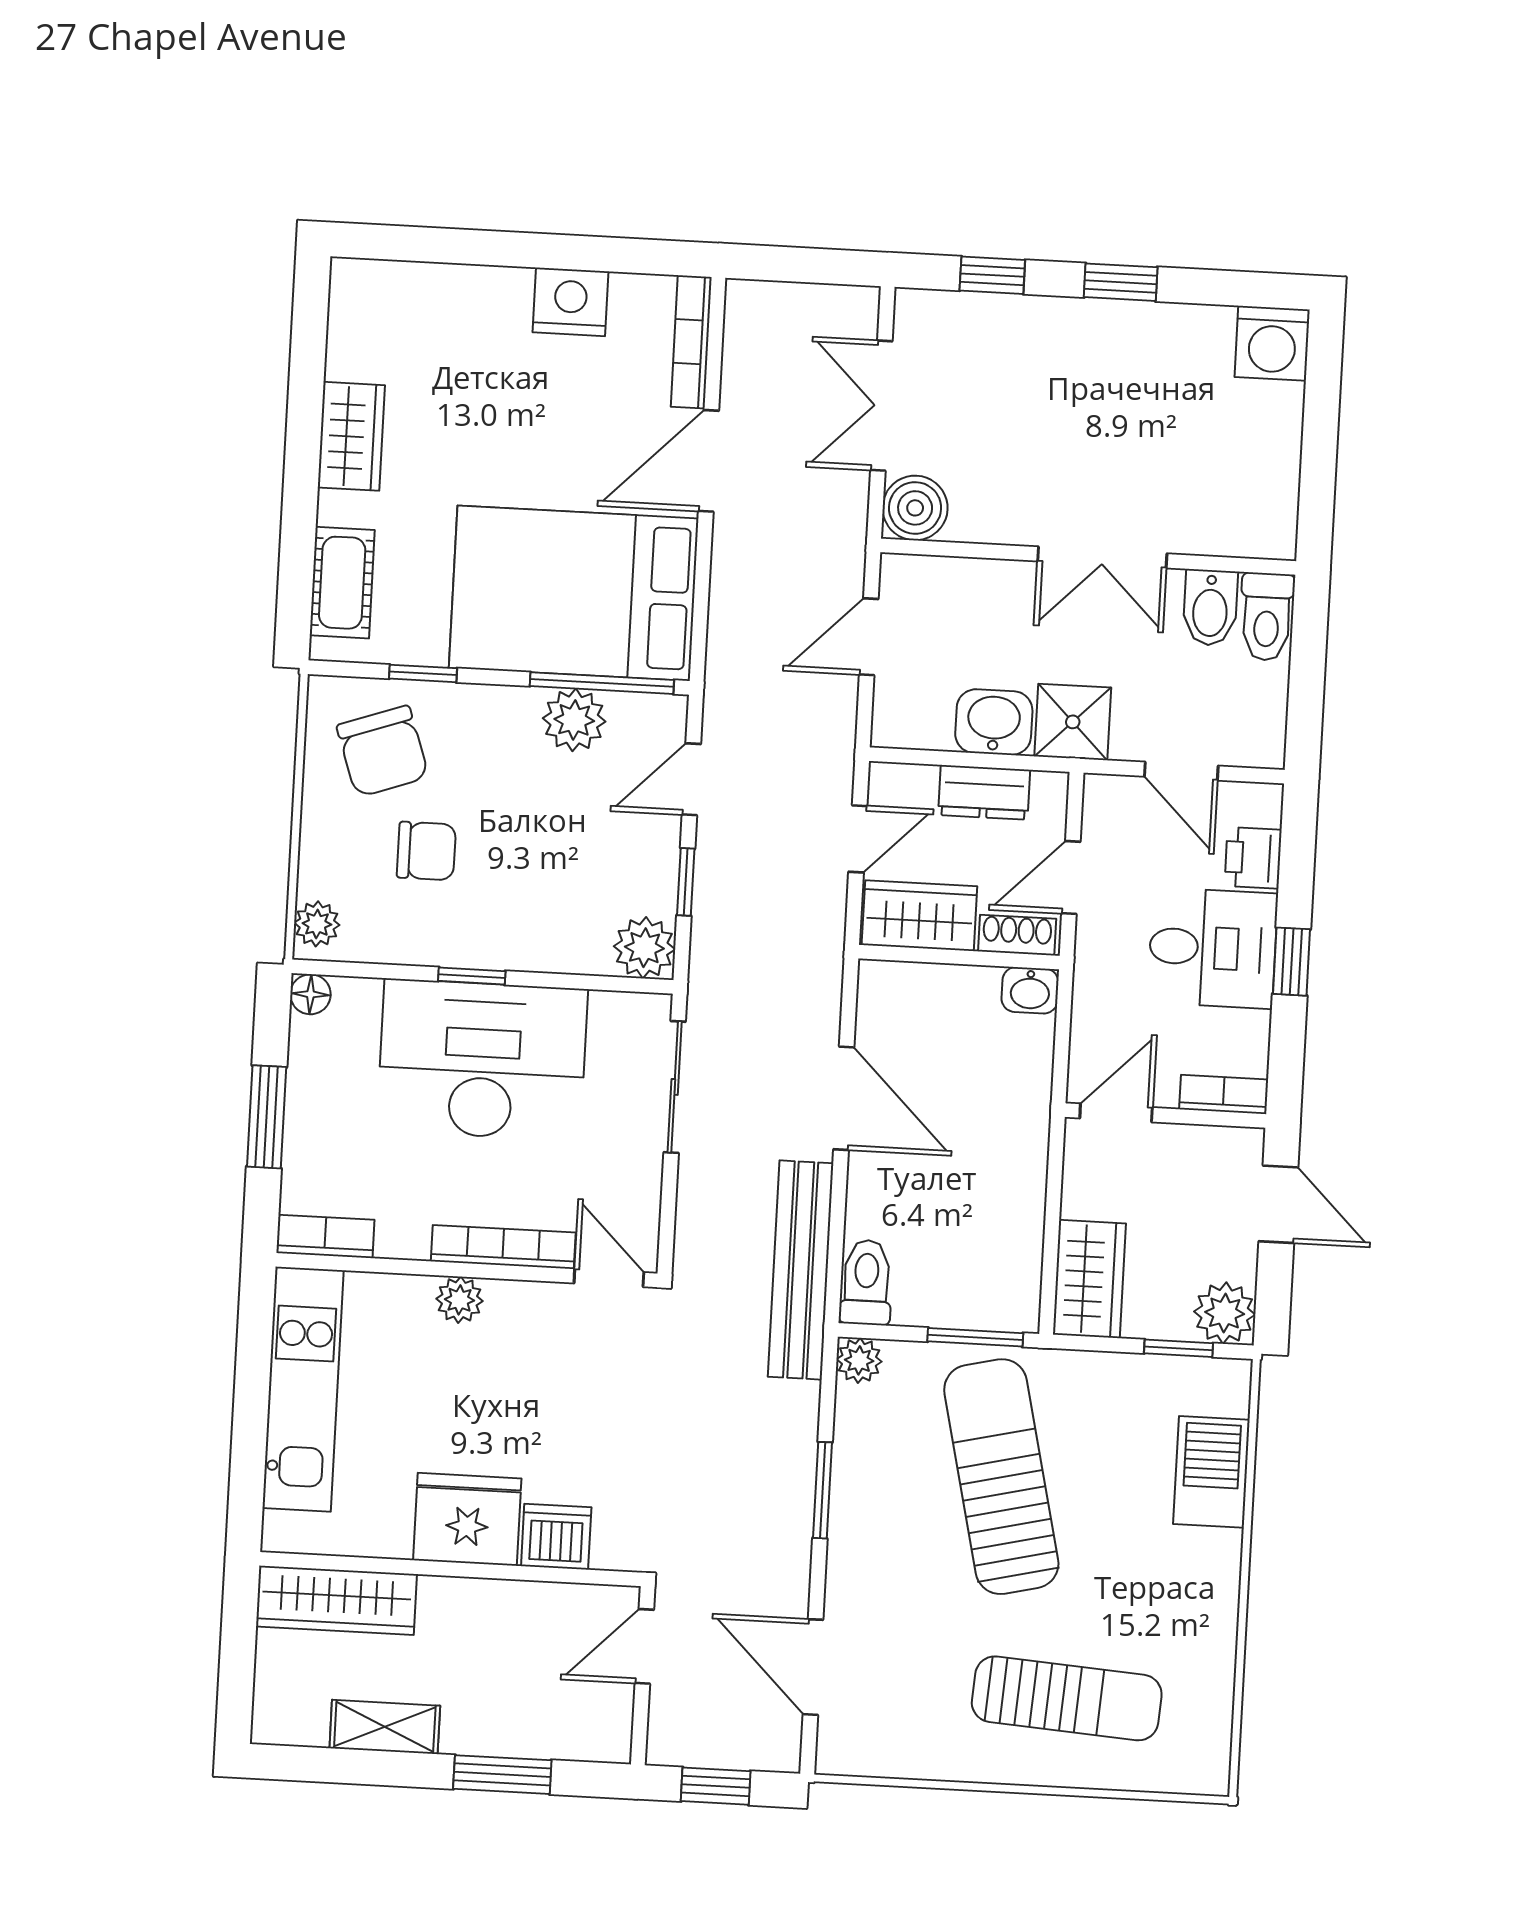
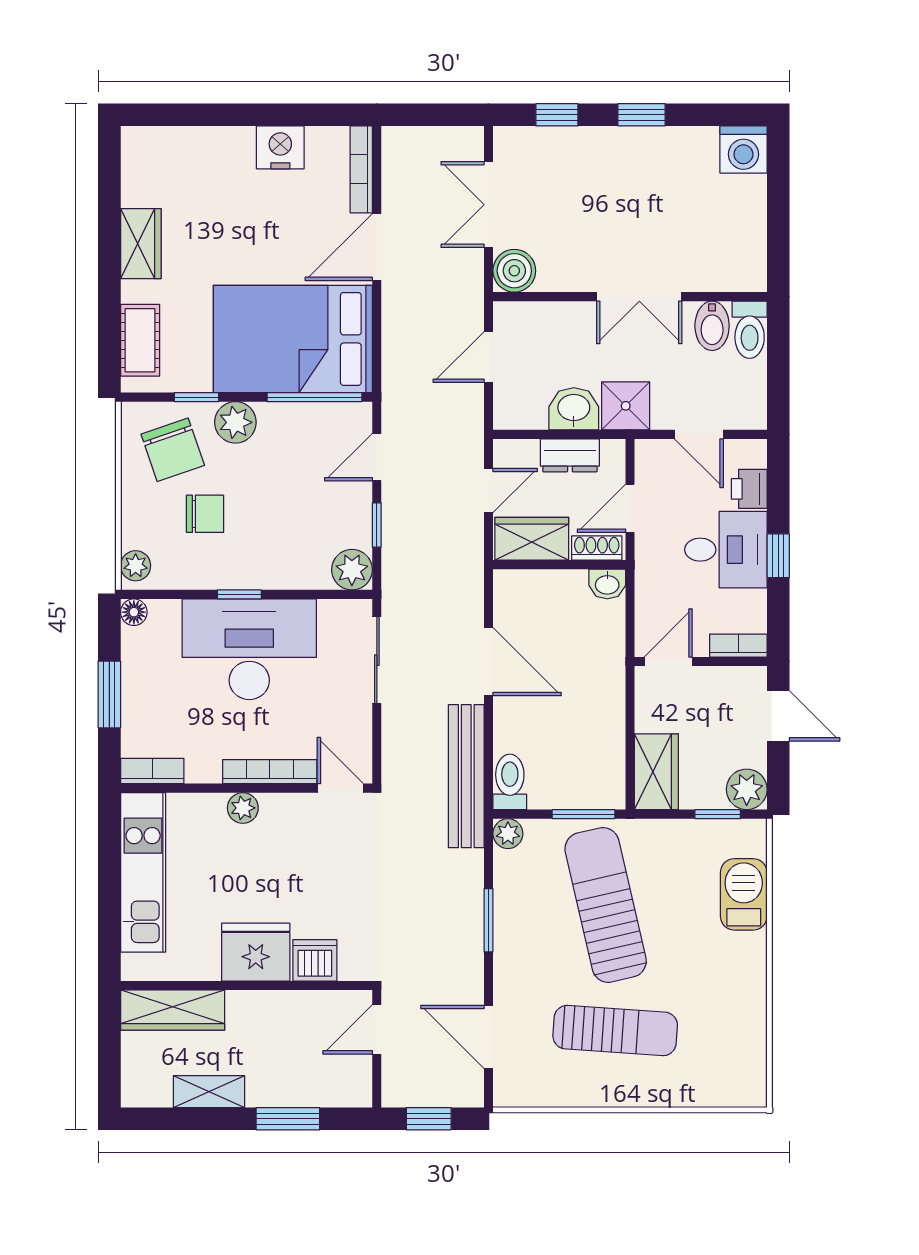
plant: (574, 720) -> (235, 422), moved
sun lounger: (1067, 1698) -> (615, 1031), moved

